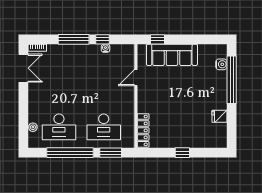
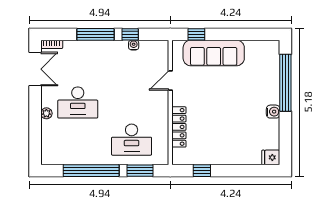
water cooler: (221, 64) -> (273, 112), moved
fridge: (220, 116) -> (271, 157), moved
plant: (33, 127) -> (46, 113), moved
desk: (59, 127) -> (78, 102), moved
locker: (143, 130) -> (179, 127), moved
window: (182, 153) -> (202, 171), moved

